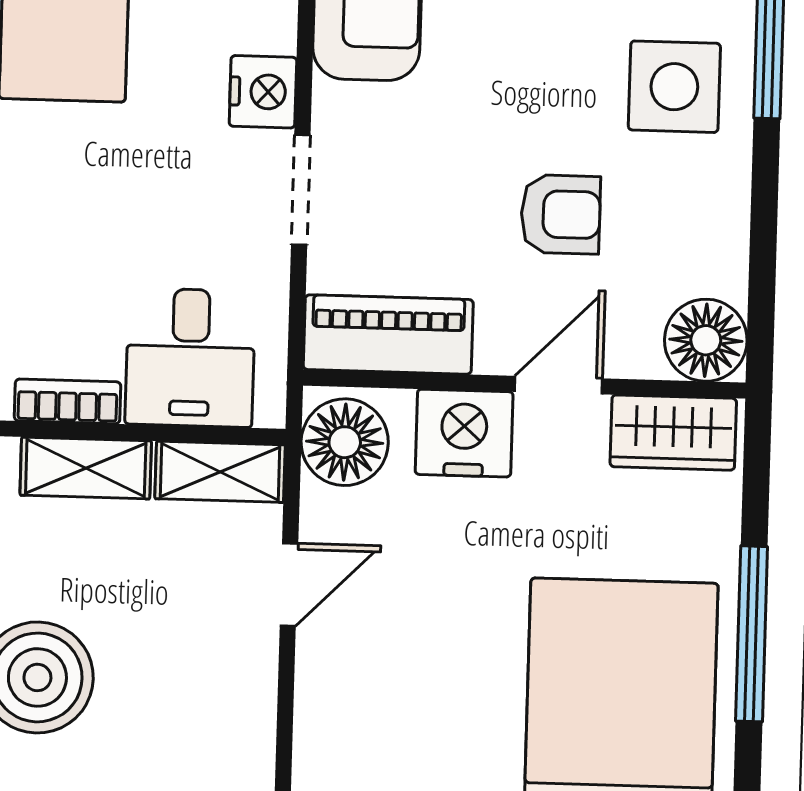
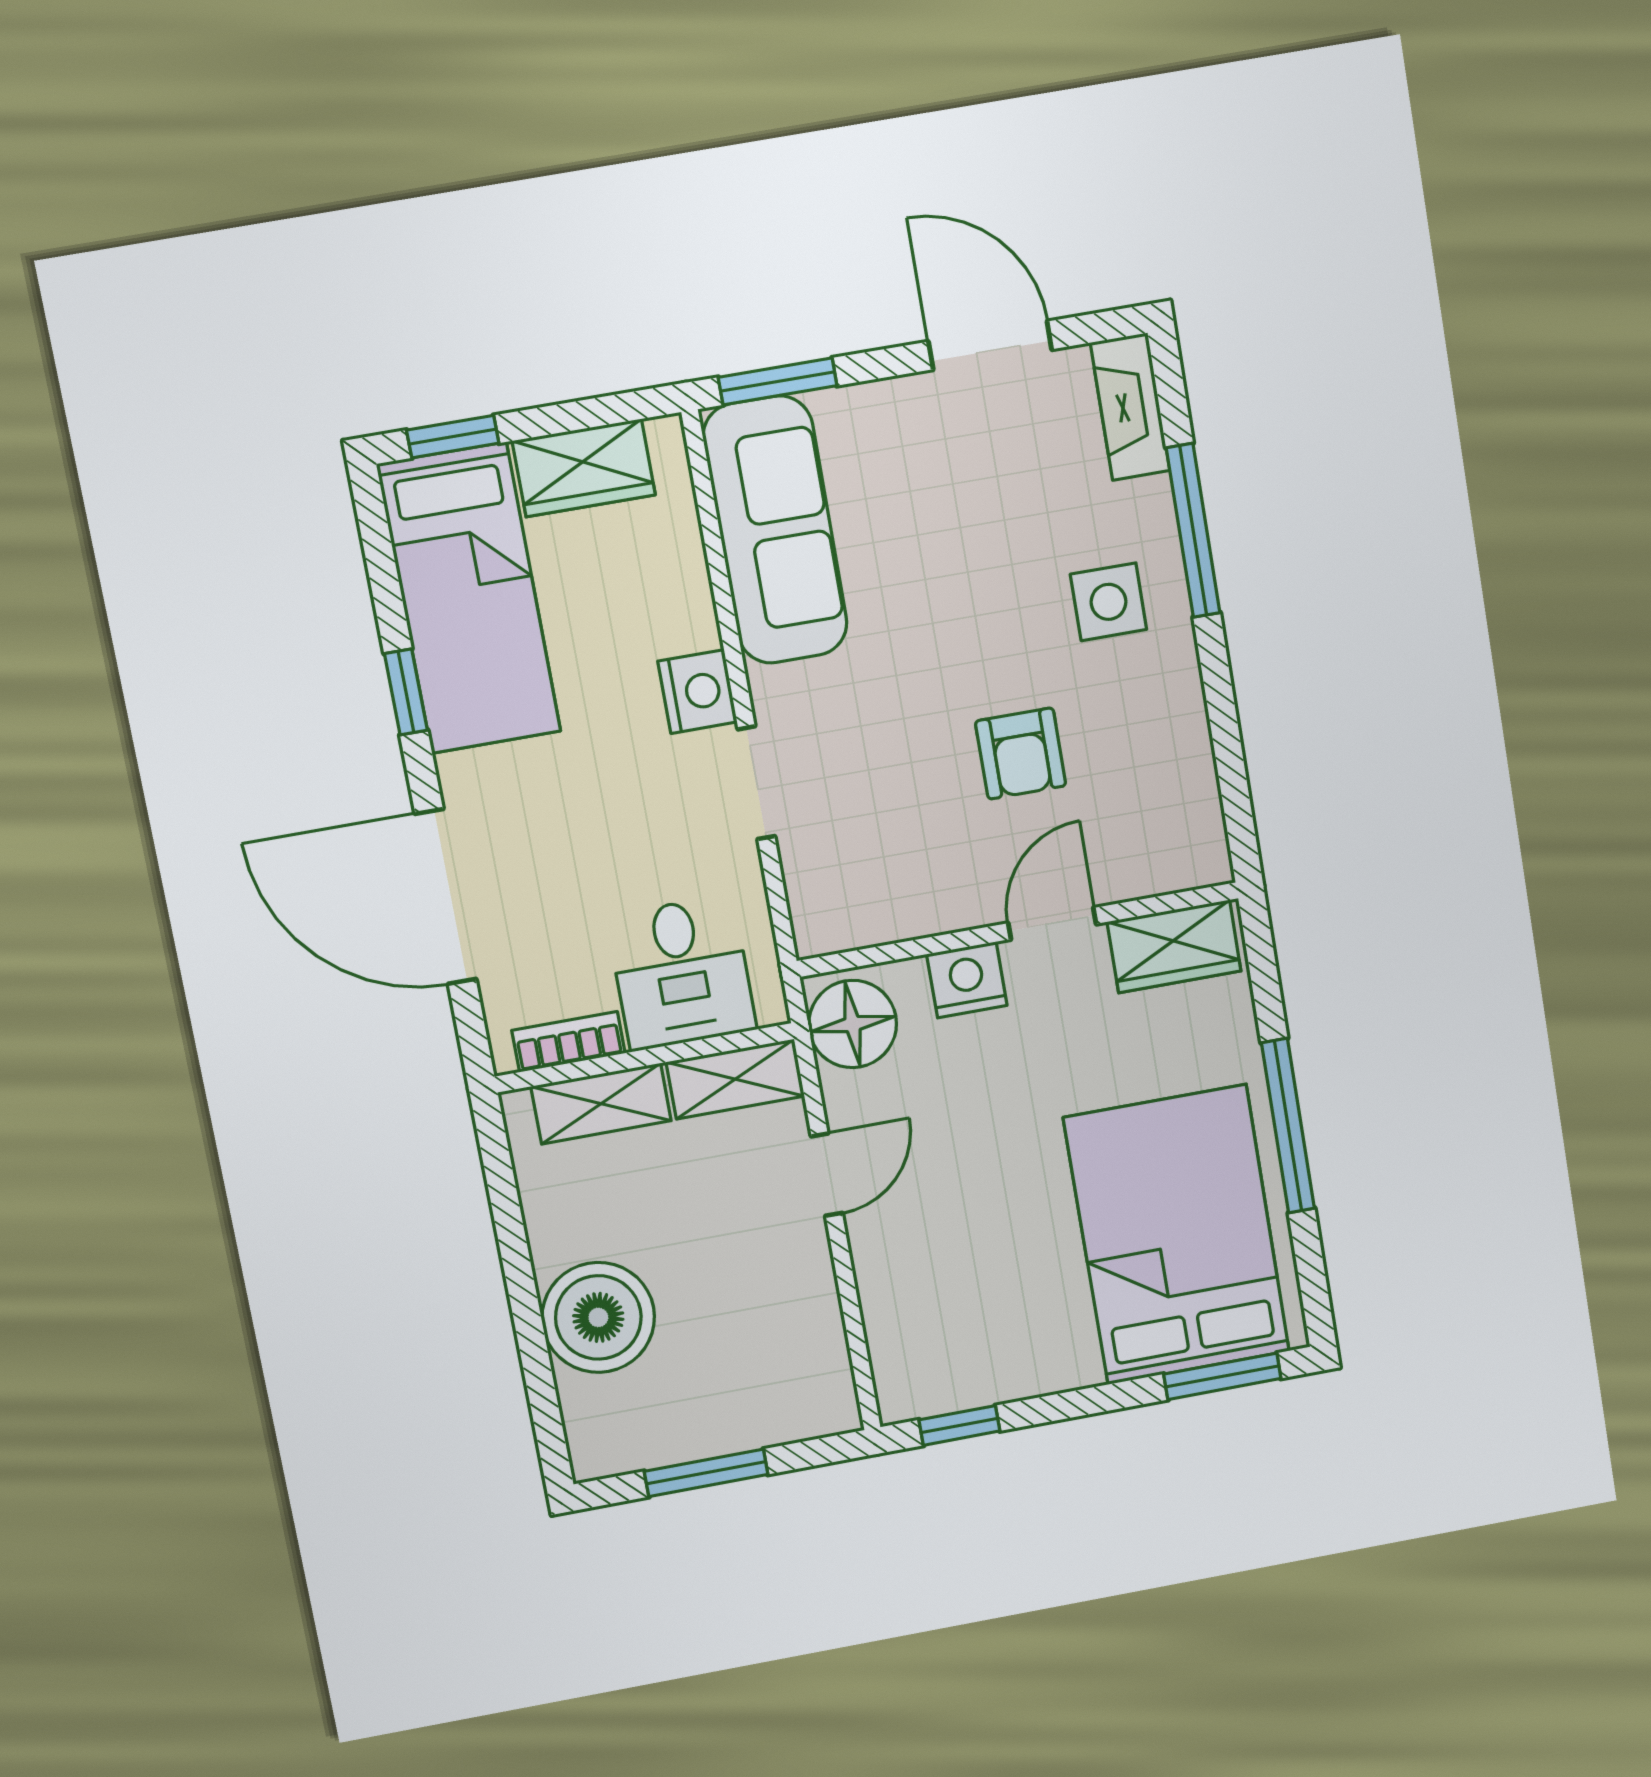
side table: (674, 87) -> (1109, 602), width x0.73, depth x0.73
armchair: (561, 214) -> (1021, 754), turned 90
piano: (388, 335) -> (874, 909), removed
floor lamp: (706, 340) -> (1188, 849), removed
nightstand: (464, 433) -> (967, 980), width x0.74, depth x0.75

